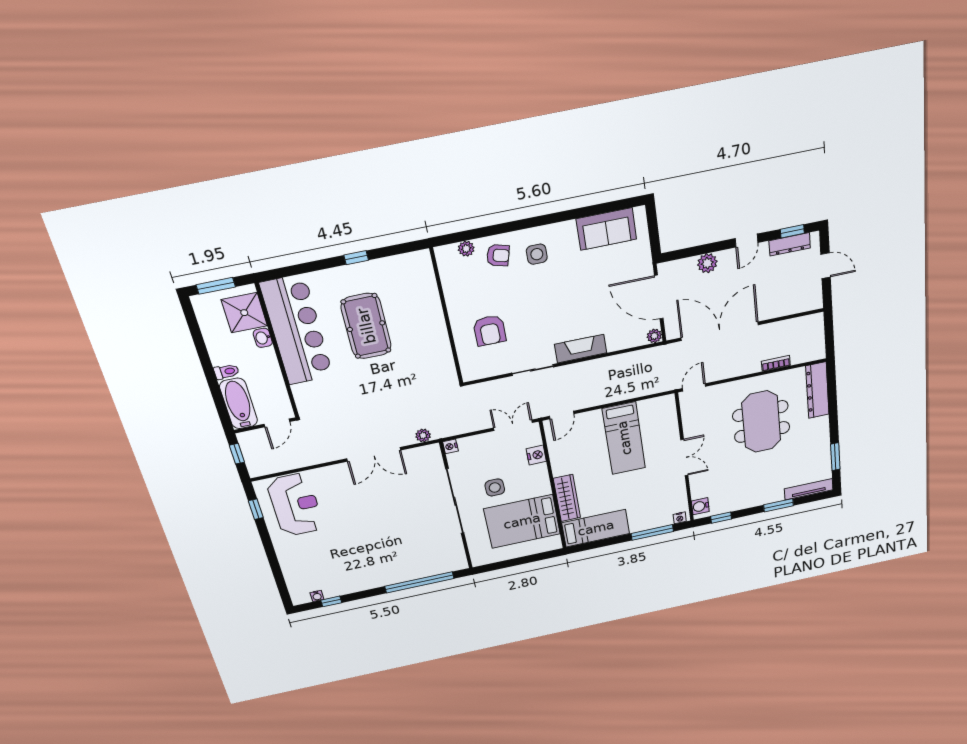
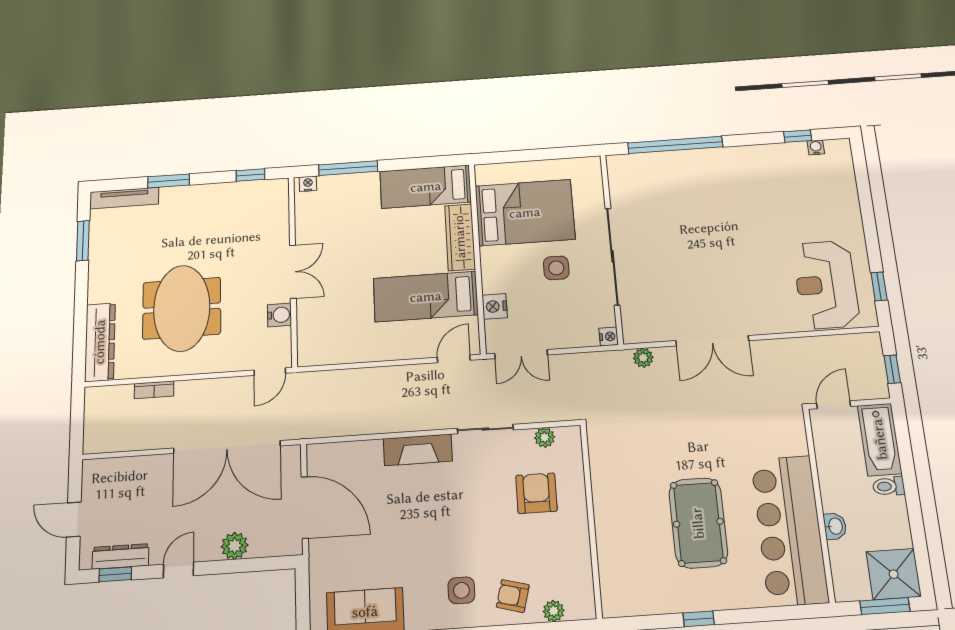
shower: (244, 313) -> (894, 574), moved
plant: (654, 336) -> (545, 437), moved
bed: (624, 438) -> (426, 297), moved, turned -90
double door: (374, 454) -> (712, 341), swing flipped
double door: (684, 458) -> (293, 272), swing flipped
water cooler: (700, 506) -> (279, 315), moved

